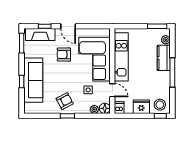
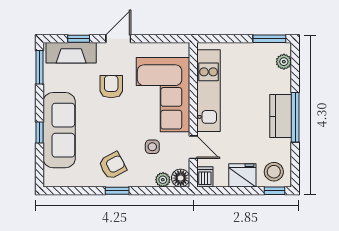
door: (68, 26) -> (118, 39), swing flipped
armchair: (64, 54) -> (111, 87), turned 90
kitchen counter: (164, 58) -> (281, 116), moved

